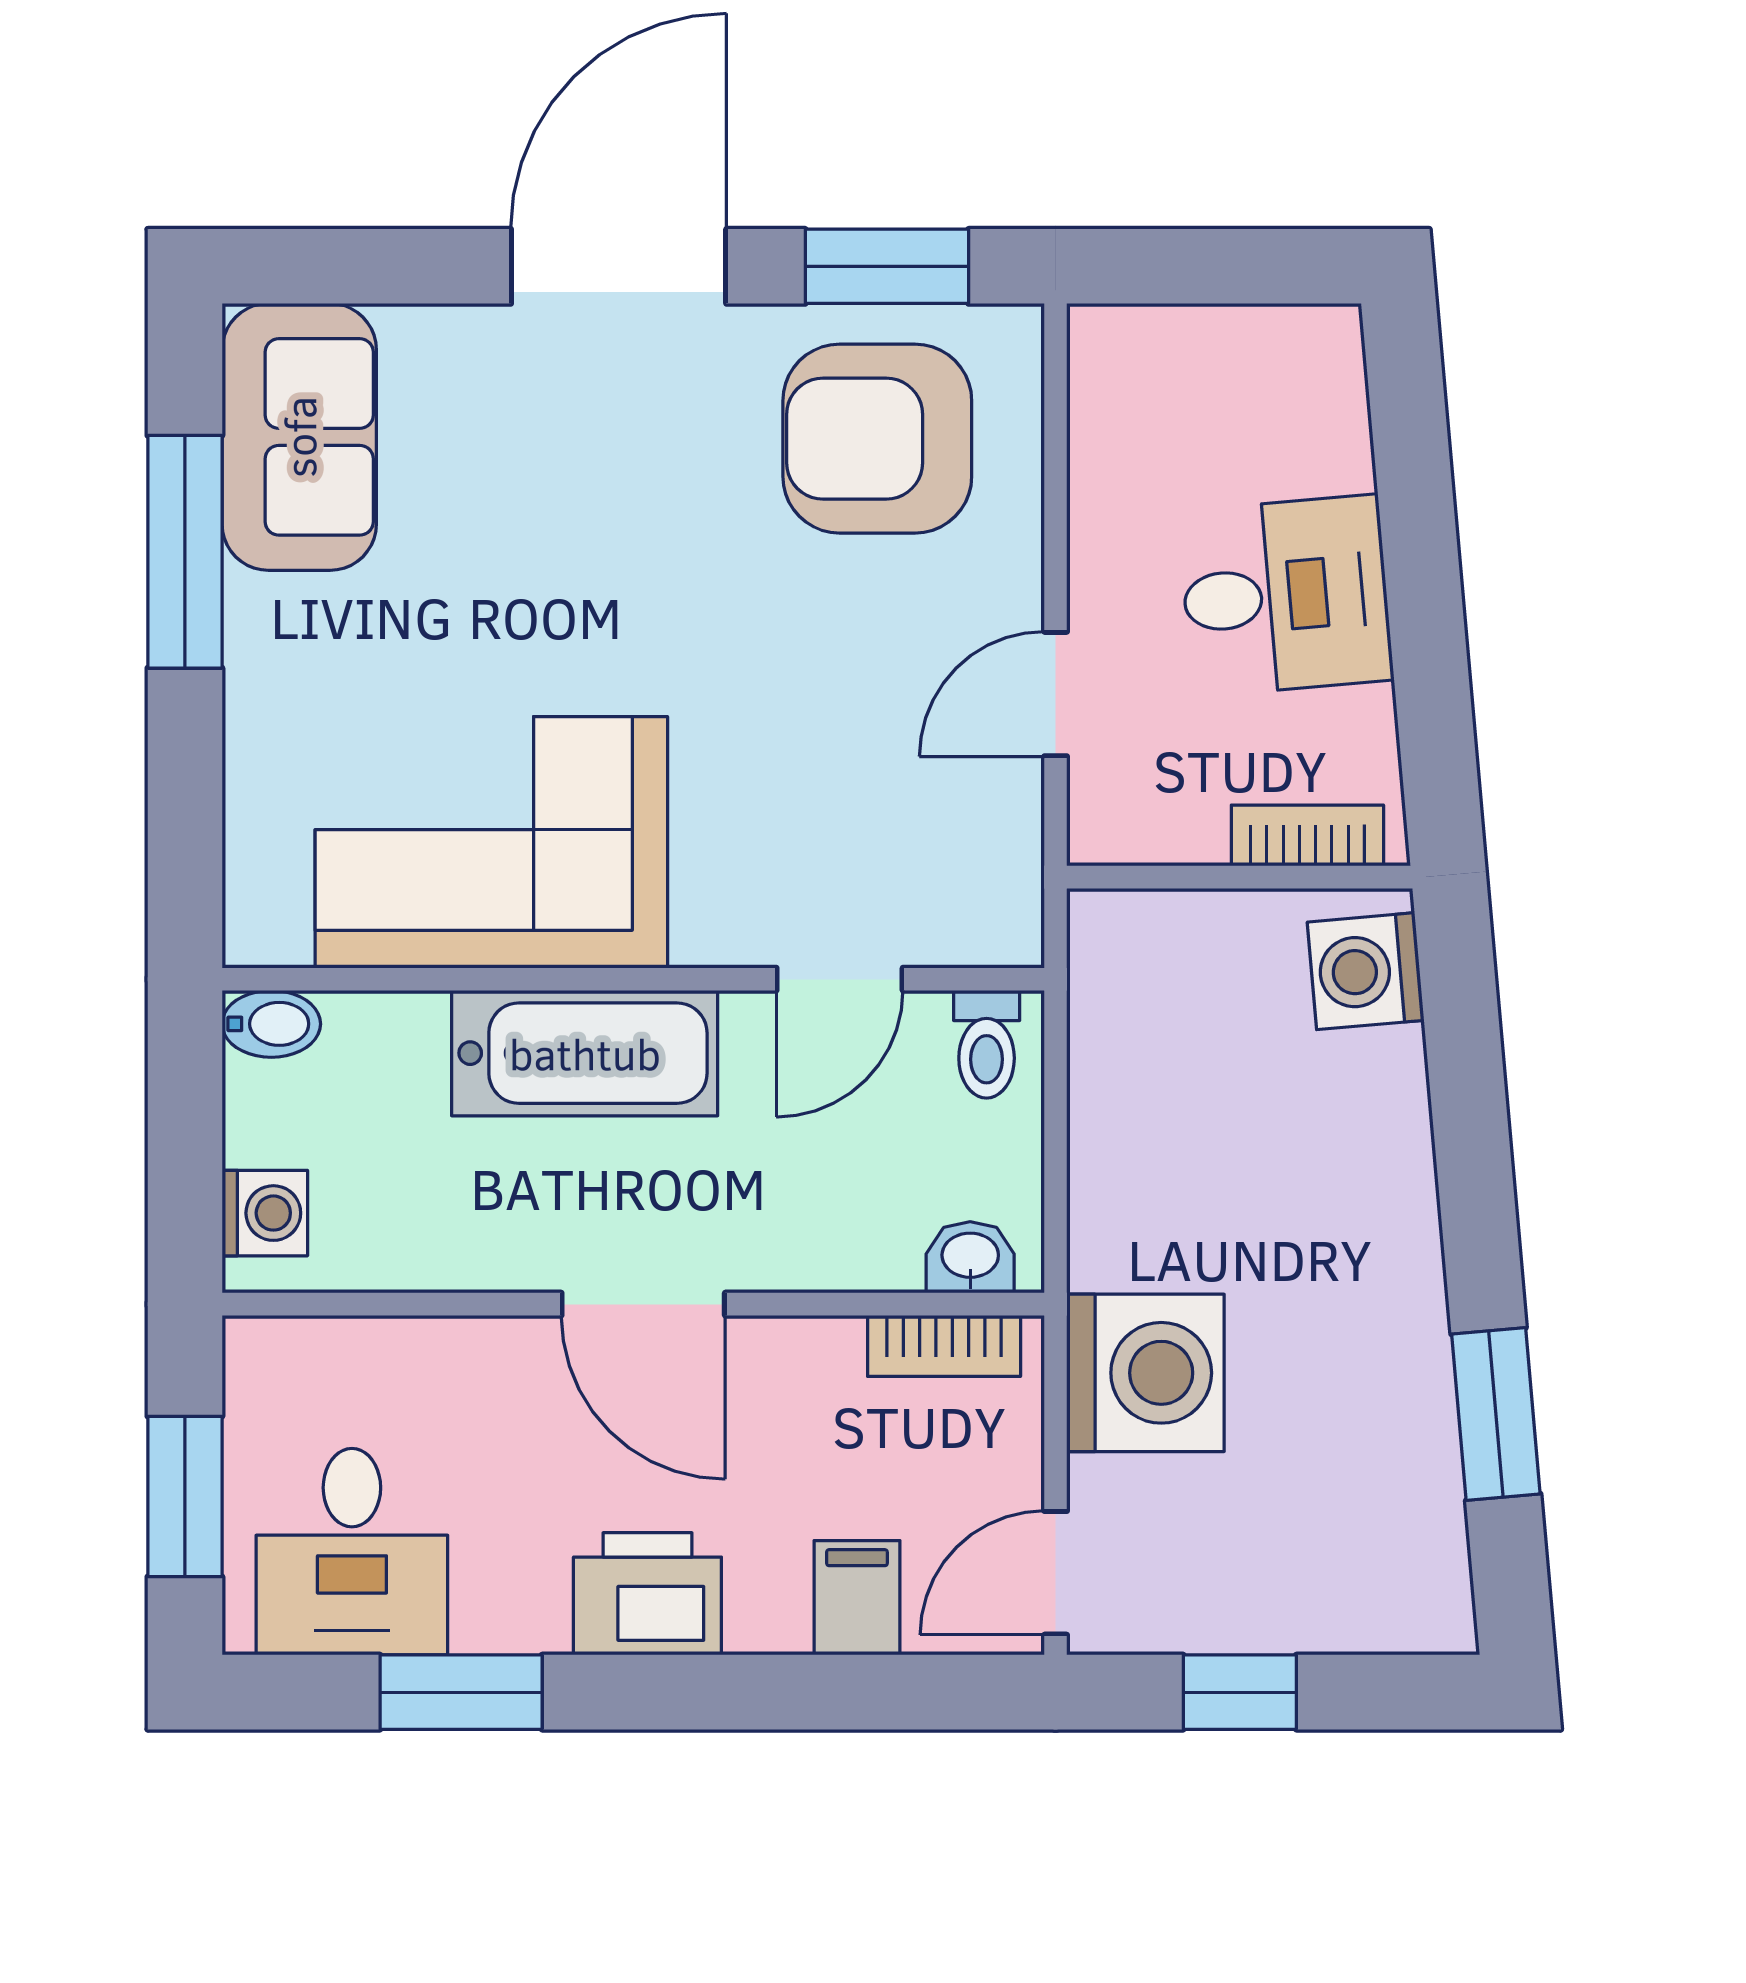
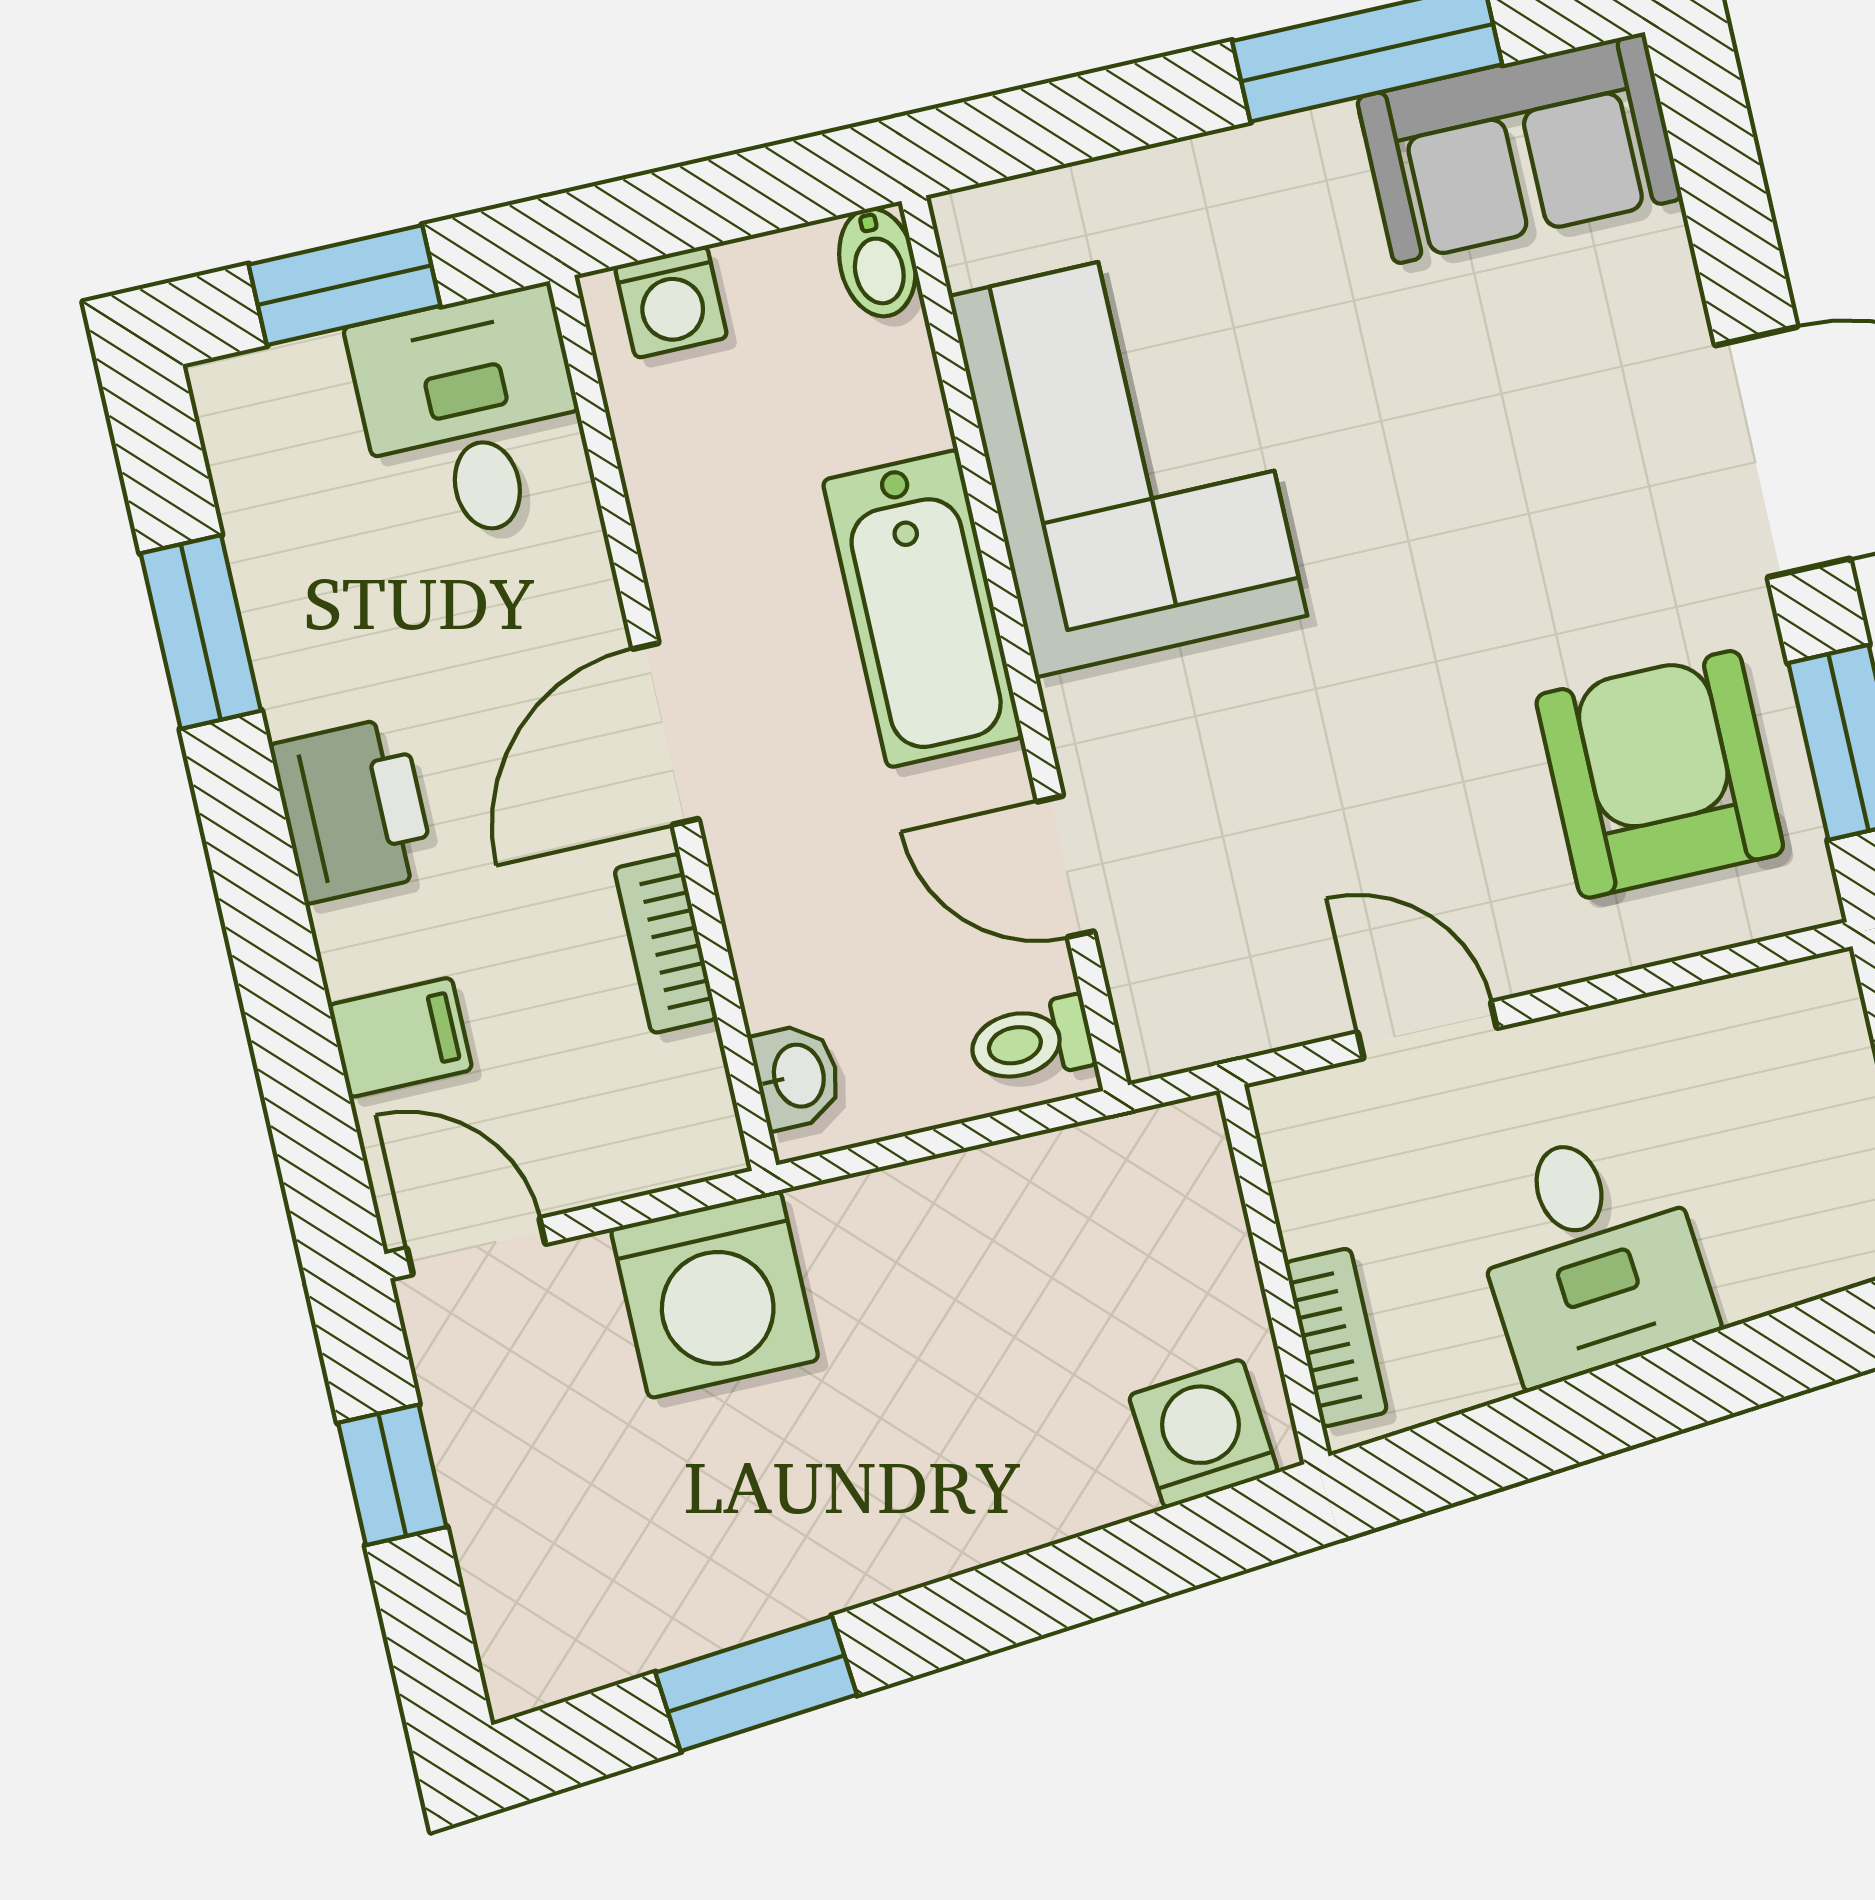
bookcase: (944, 1346) -> (666, 944), moved
desk: (352, 1552) -> (472, 416), moved, turned 90

